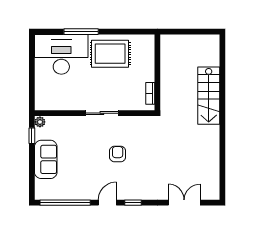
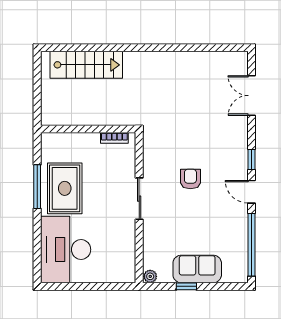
window: (81, 32) -> (37, 187), moved
stairs: (209, 96) -> (86, 65), moved
window: (32, 136) -> (186, 286), moved
armchair: (118, 154) -> (190, 179), turned 90

